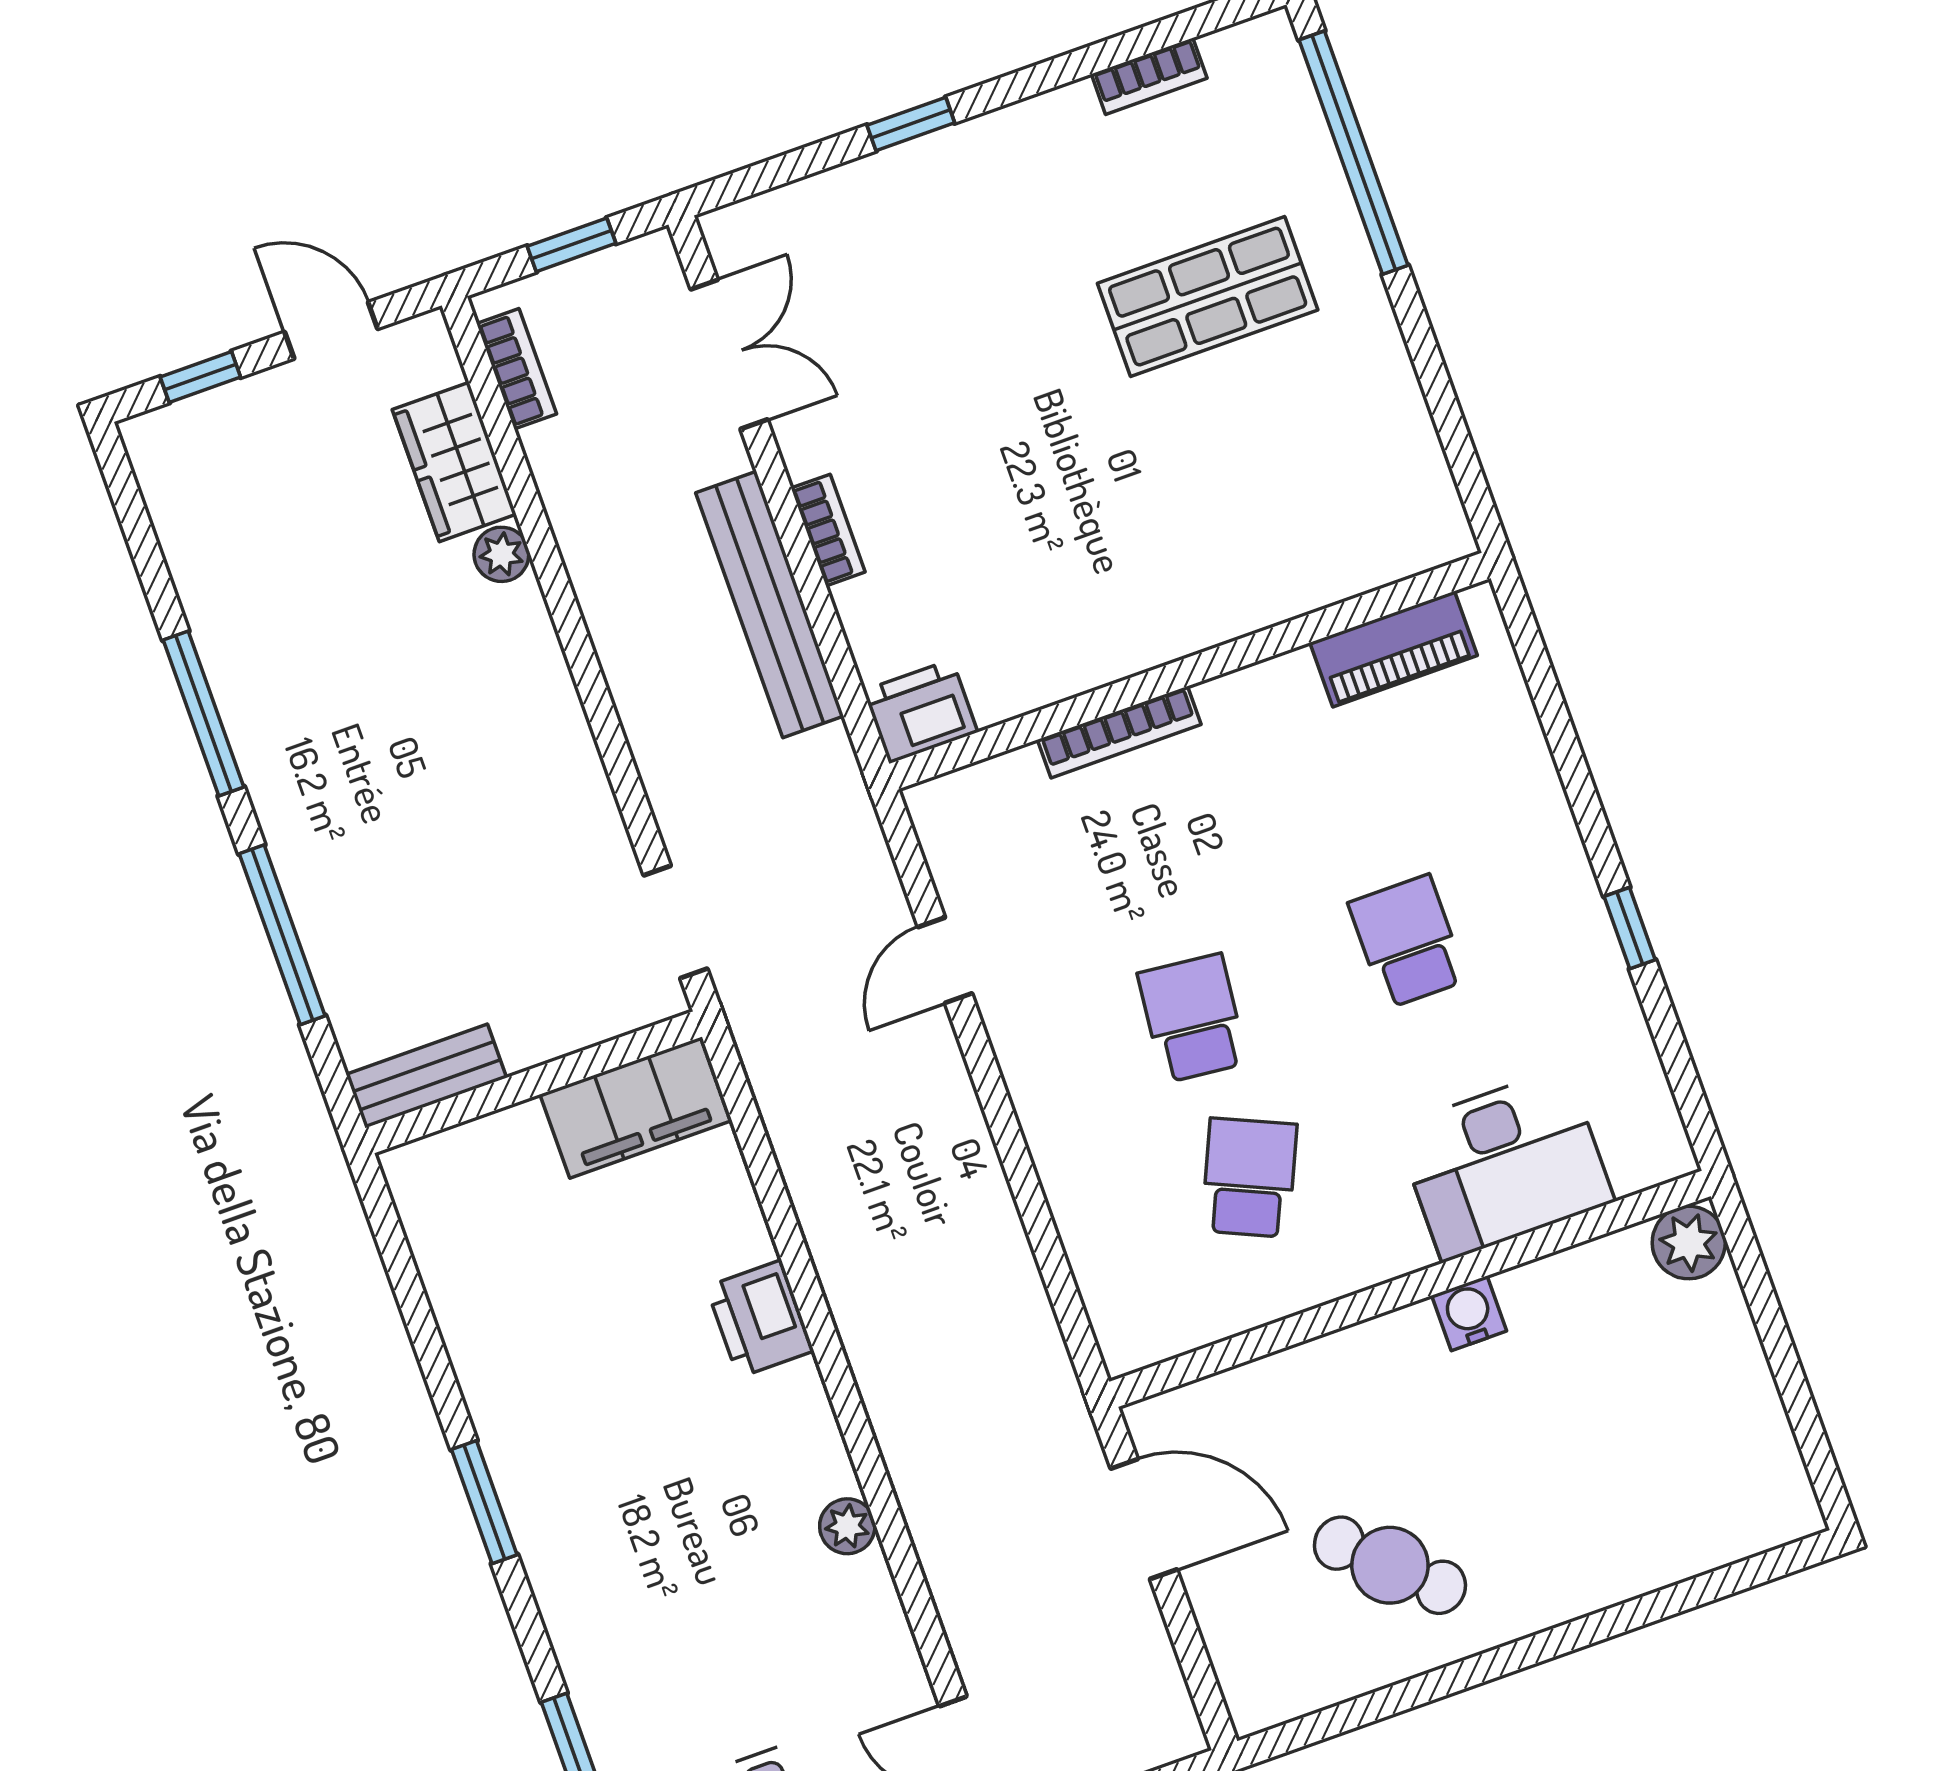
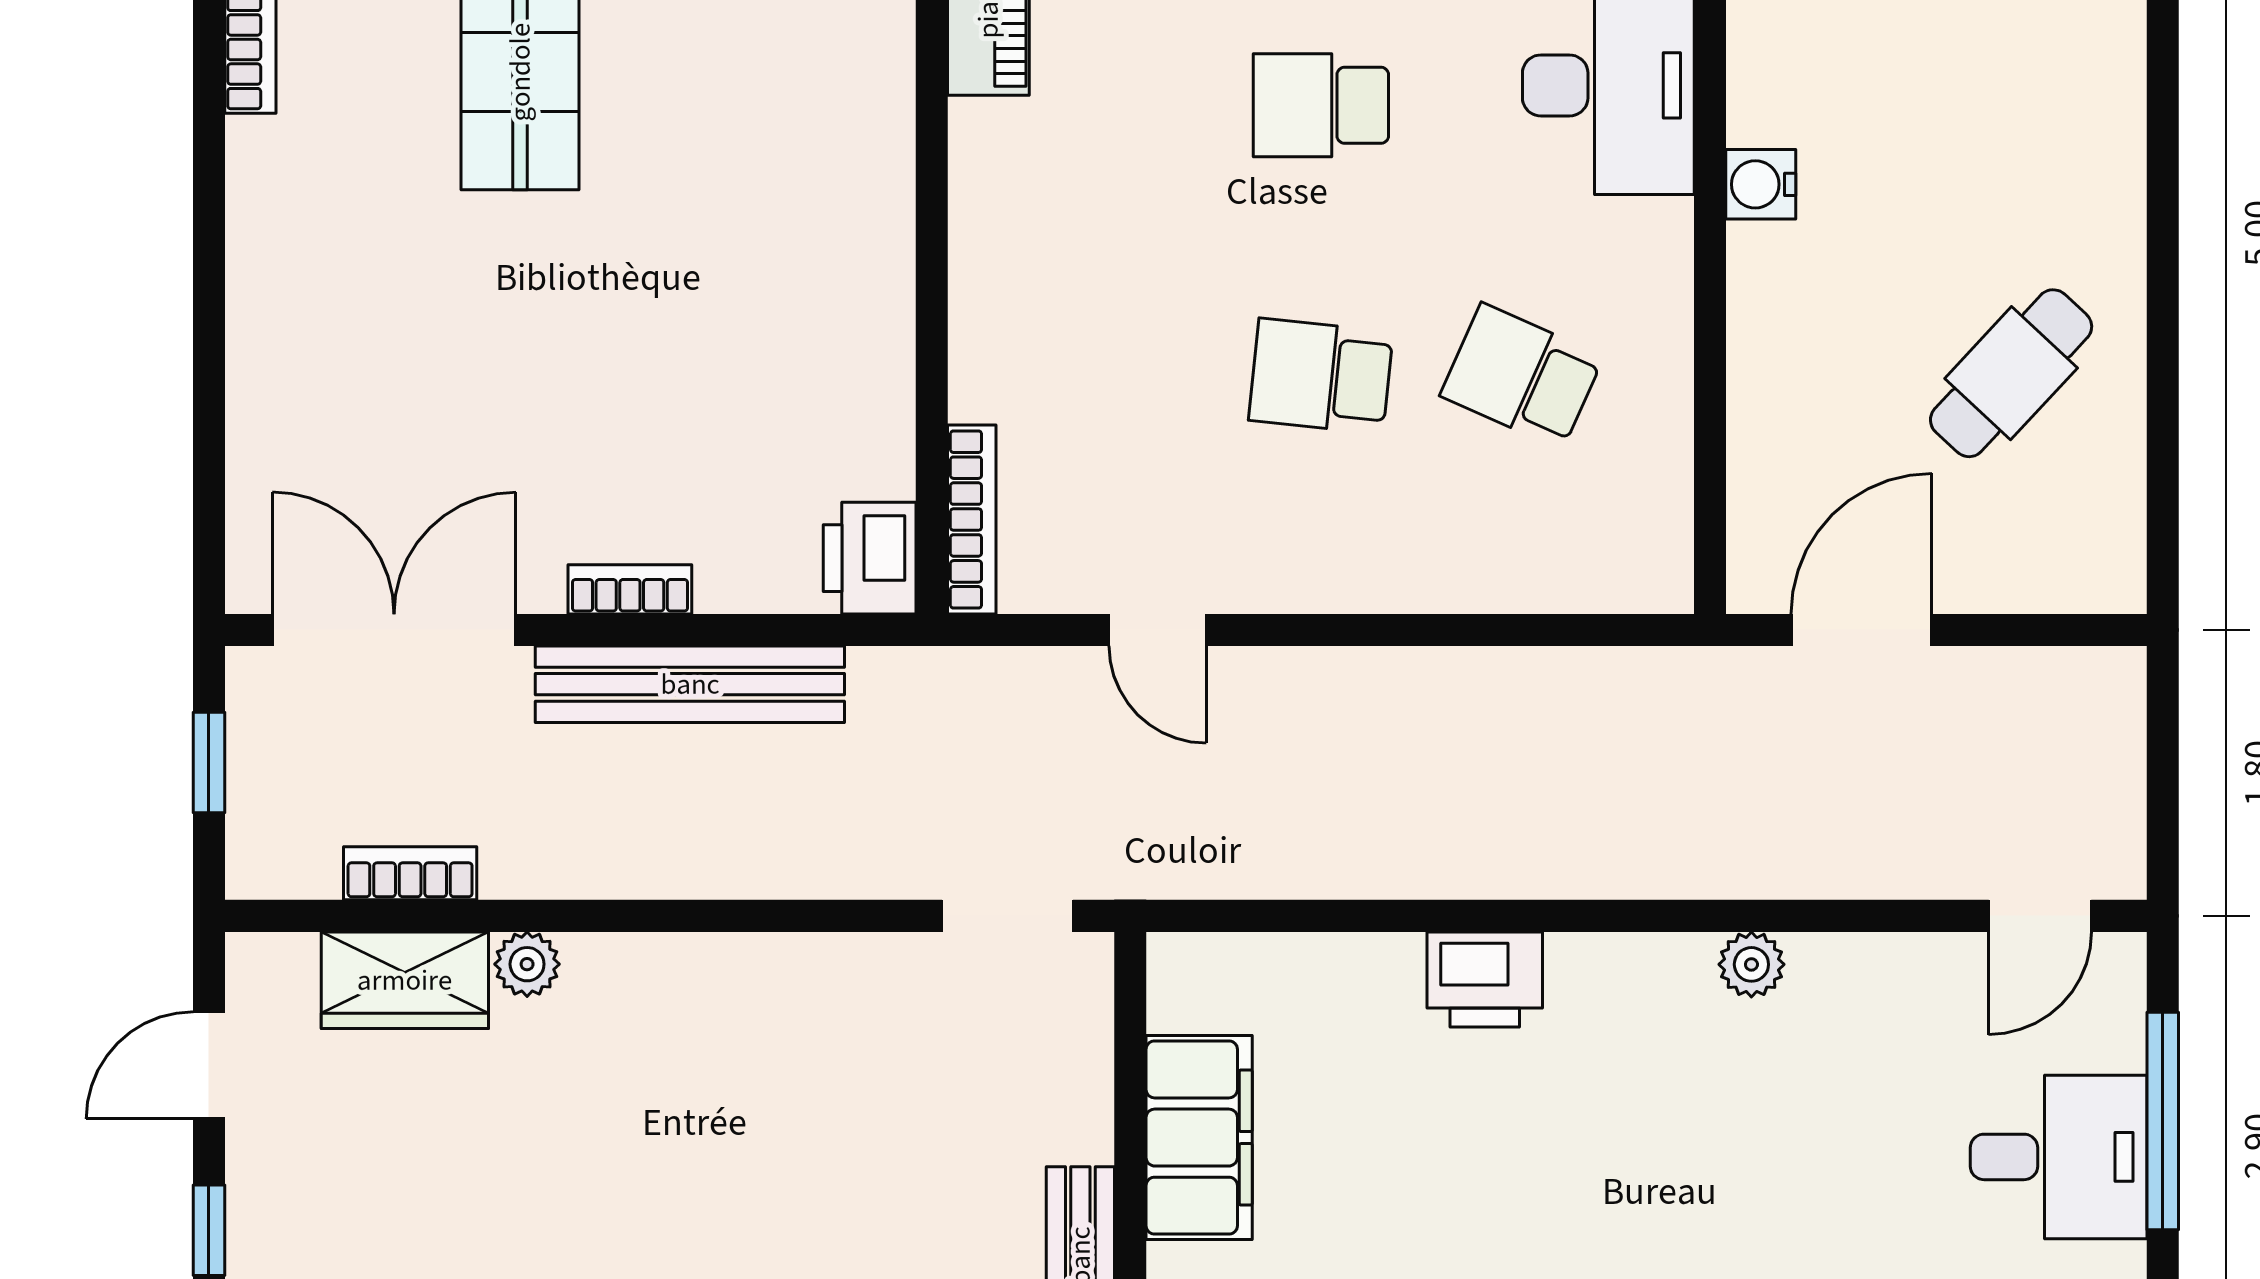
window: (911, 124) -> (209, 335), removed
double door: (729, 354) -> (394, 630), width x1.37
bookcase: (517, 369) -> (410, 873), moved
bookcase: (1119, 732) -> (972, 520), moved
filing cabinet: (636, 1107) -> (1199, 1138), moved

